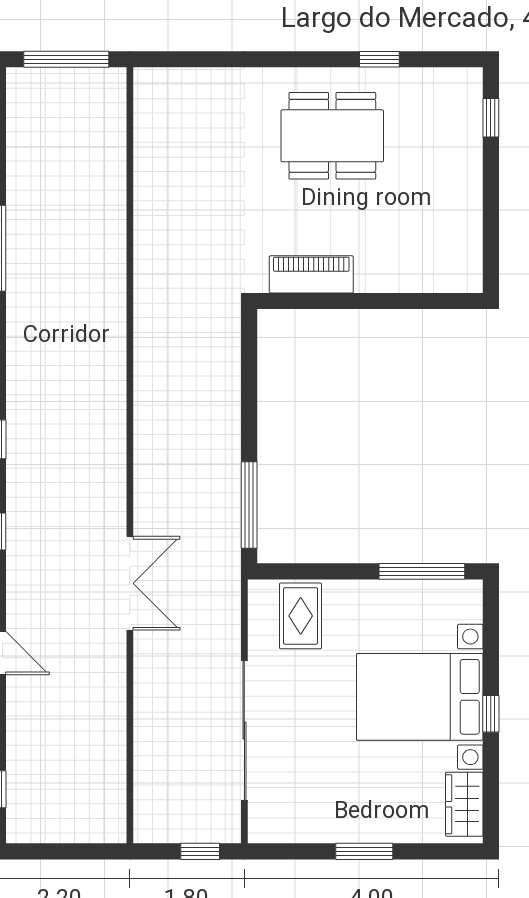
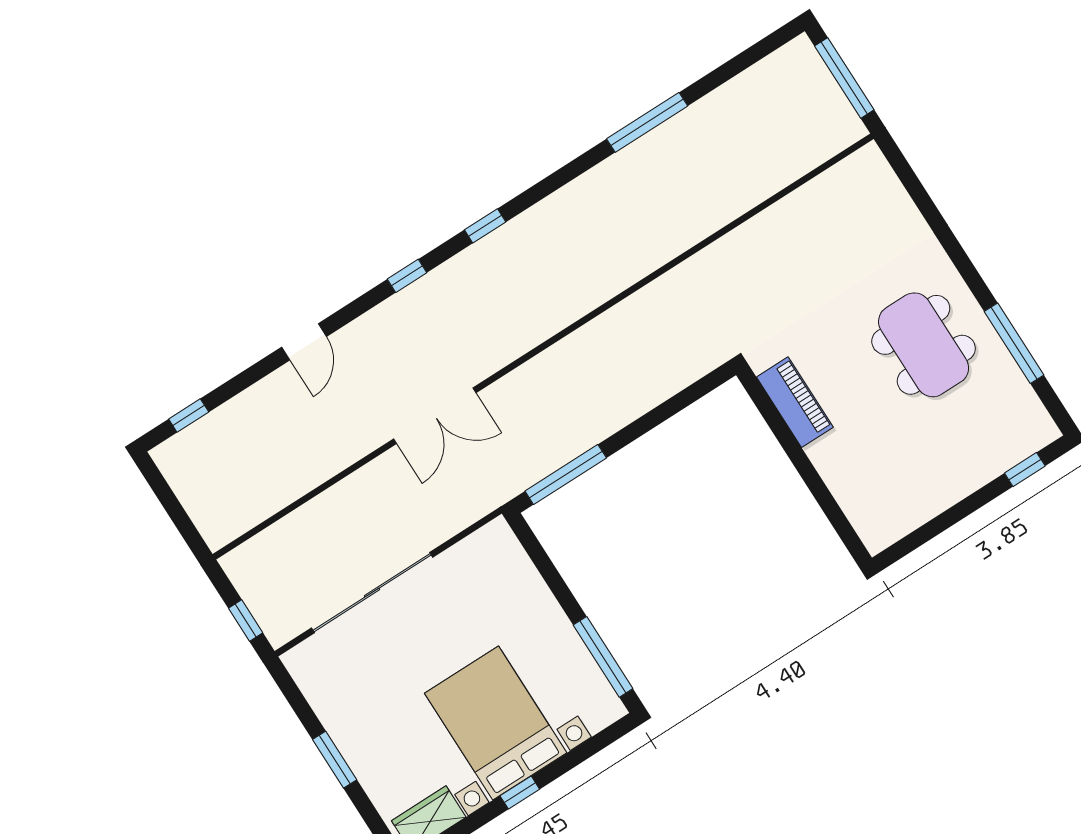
window: (379, 59) -> (1014, 343), width x2.17
rug: (301, 616) -> (500, 578), removed

